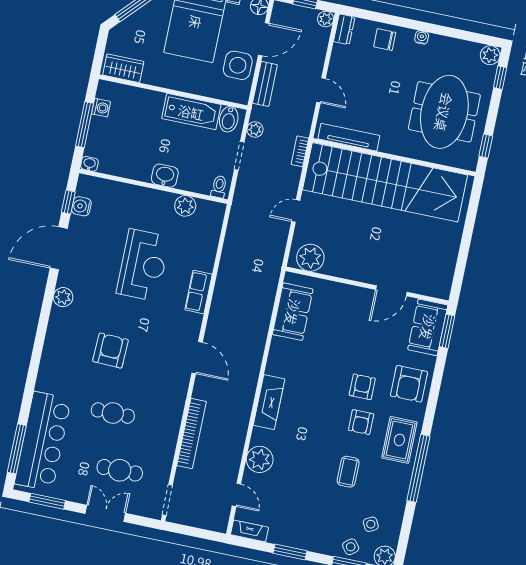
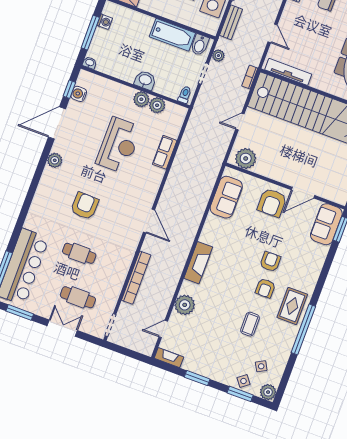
plant: (164, 201) -> (141, 99), added
row of seats: (199, 292) -> (165, 152), moved
armchair: (409, 384) -> (272, 203), moved
door: (236, 495) -> (163, 329), swing flipped

